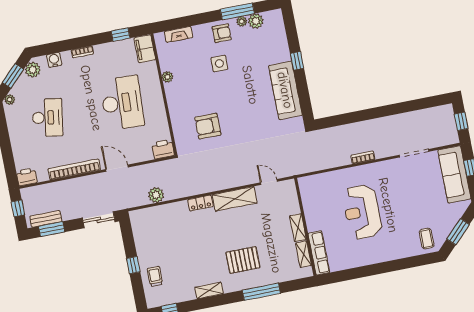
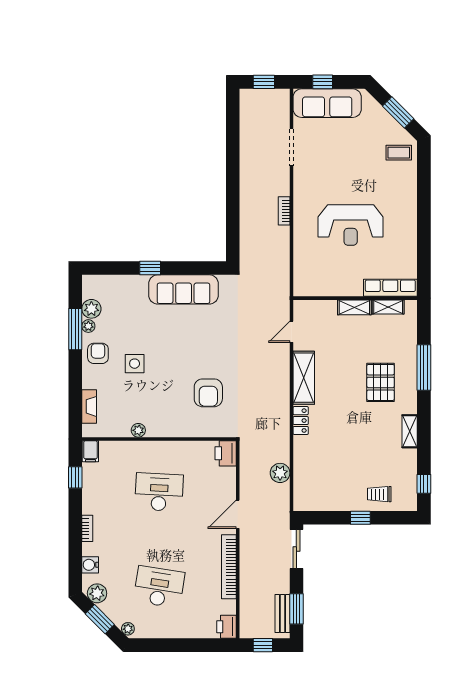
filing cabinet: (145, 49) -> (90, 451), width x0.50
desk: (122, 103) -> (159, 492), width x0.73, depth x0.77

